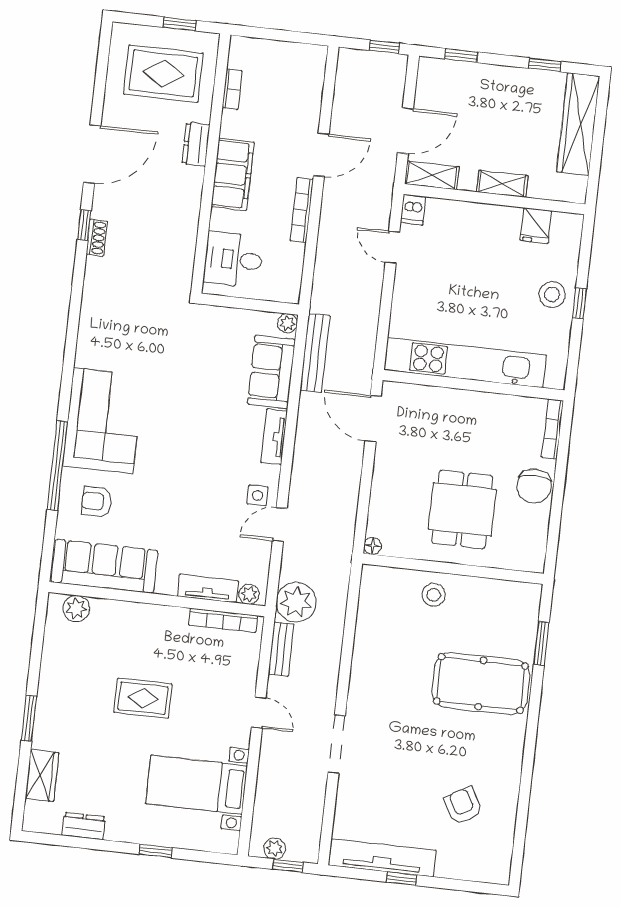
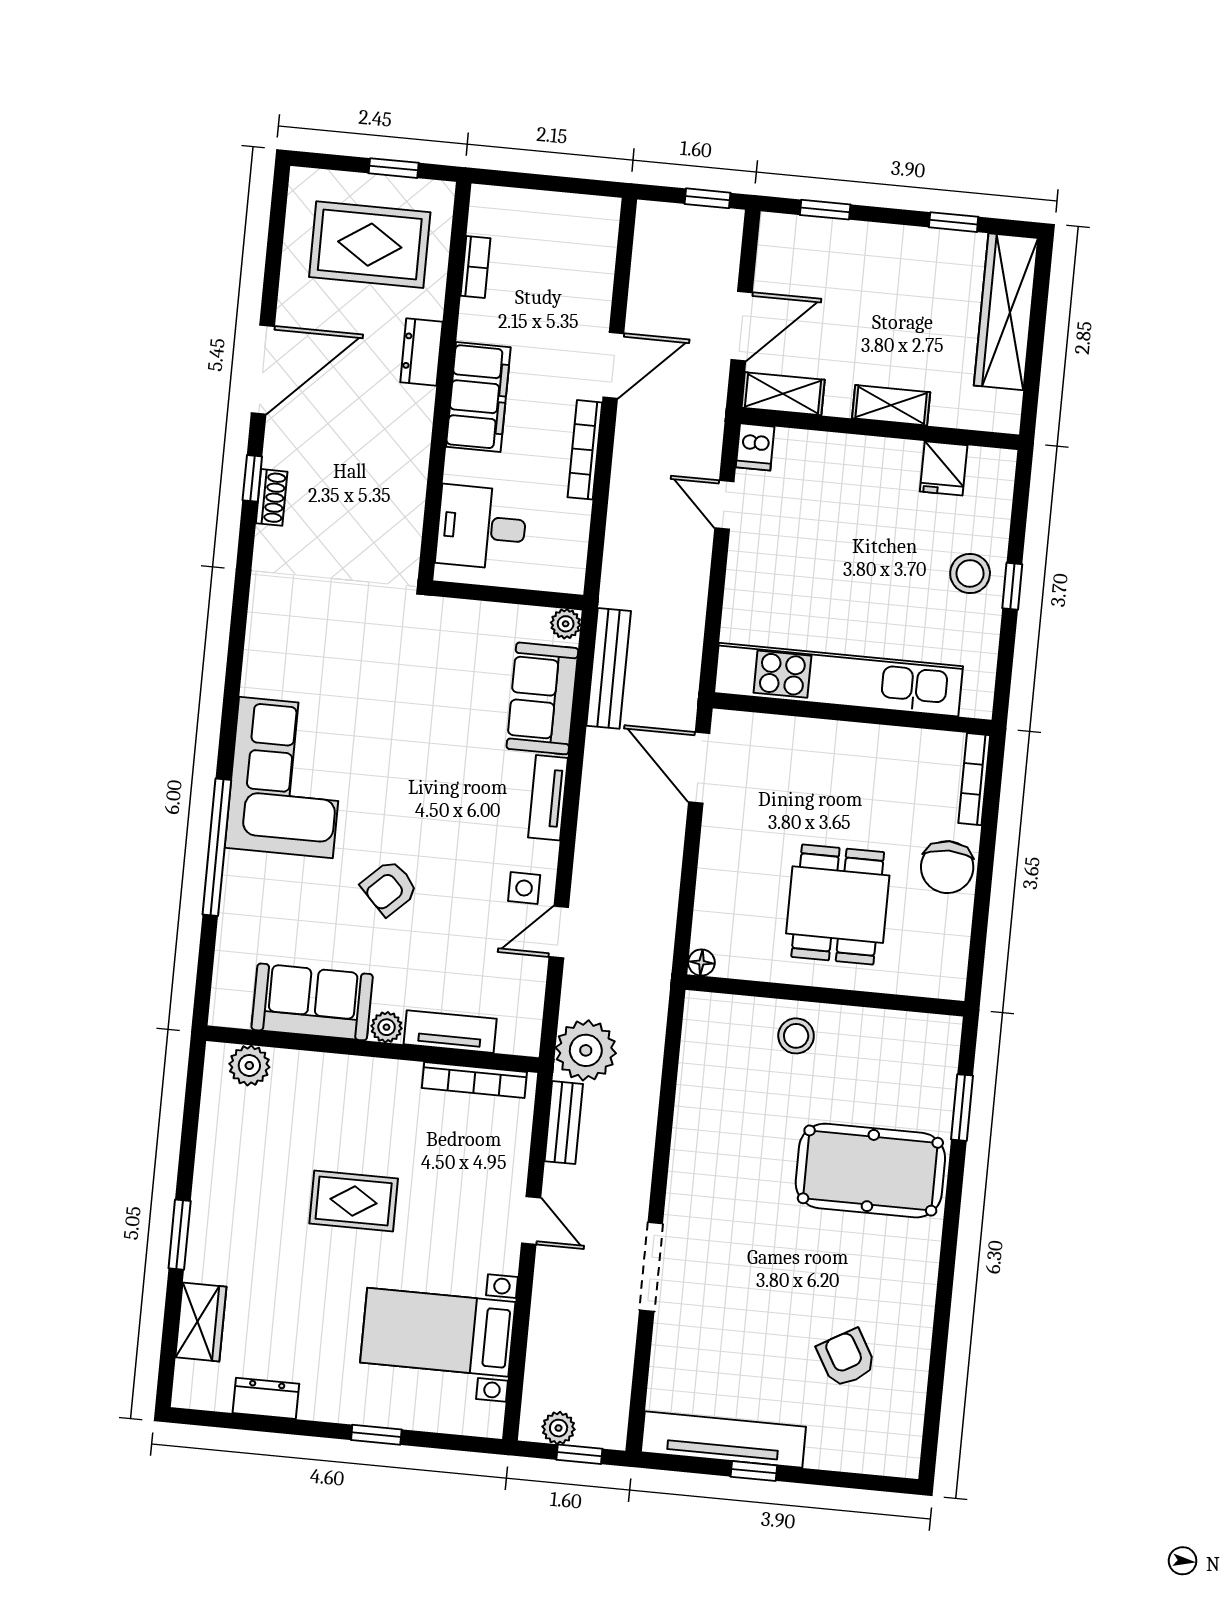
armchair: (97, 502) -> (389, 888), moved, turned -44
sofa: (104, 566) -> (312, 1002), width x0.73
plant: (249, 594) -> (387, 1027), moved

